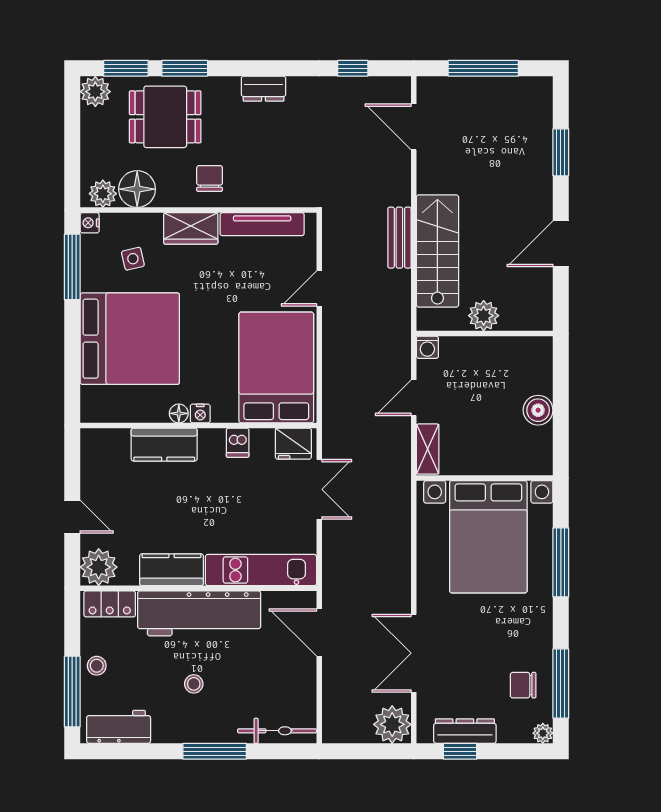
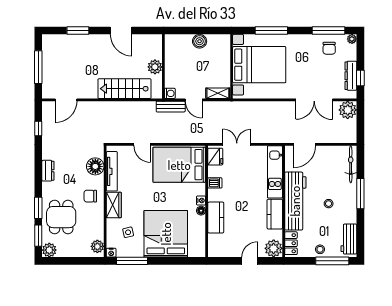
floor lamp: (137, 189) -> (95, 166), moved
bench: (399, 238) -> (171, 107), moved

